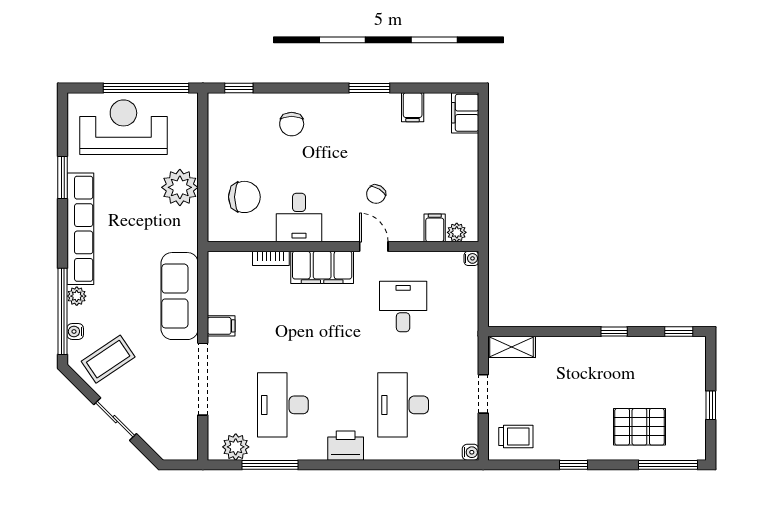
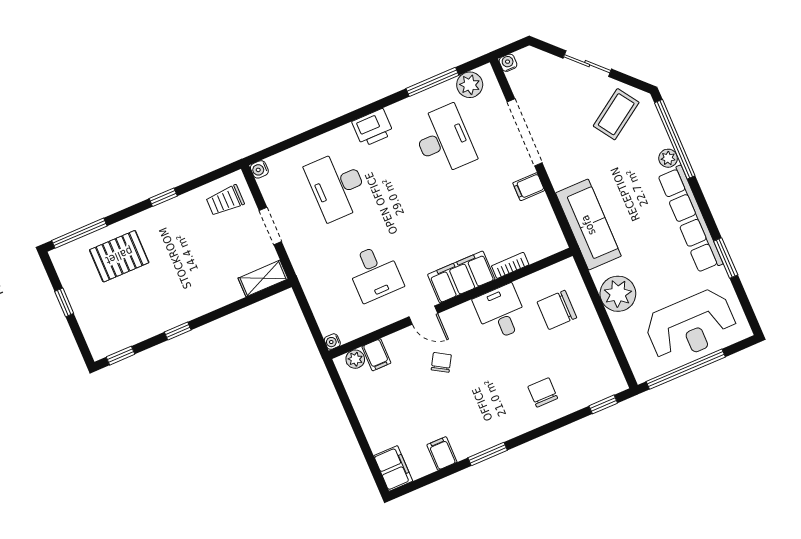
sofa: (180, 296) -> (588, 225), moved
water cooler: (75, 331) -> (508, 63), moved, turned -90
desk: (403, 405) -> (337, 186), turned 180

